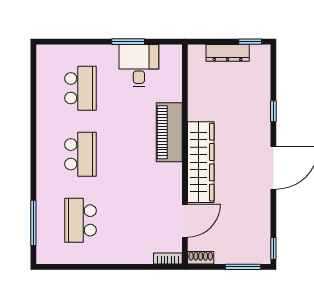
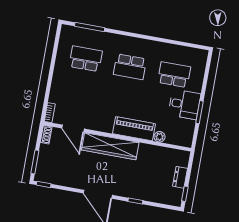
dresser: (228, 53) -> (180, 177), width x0.70
desk: (139, 66) -> (184, 104), moved
school desk: (81, 88) -> (174, 75), turned 180
plant: (174, 93) -> (160, 137), added

